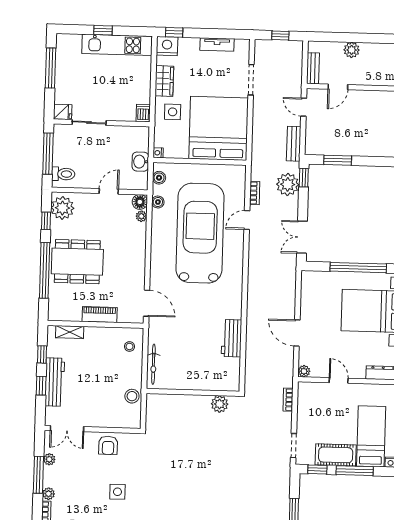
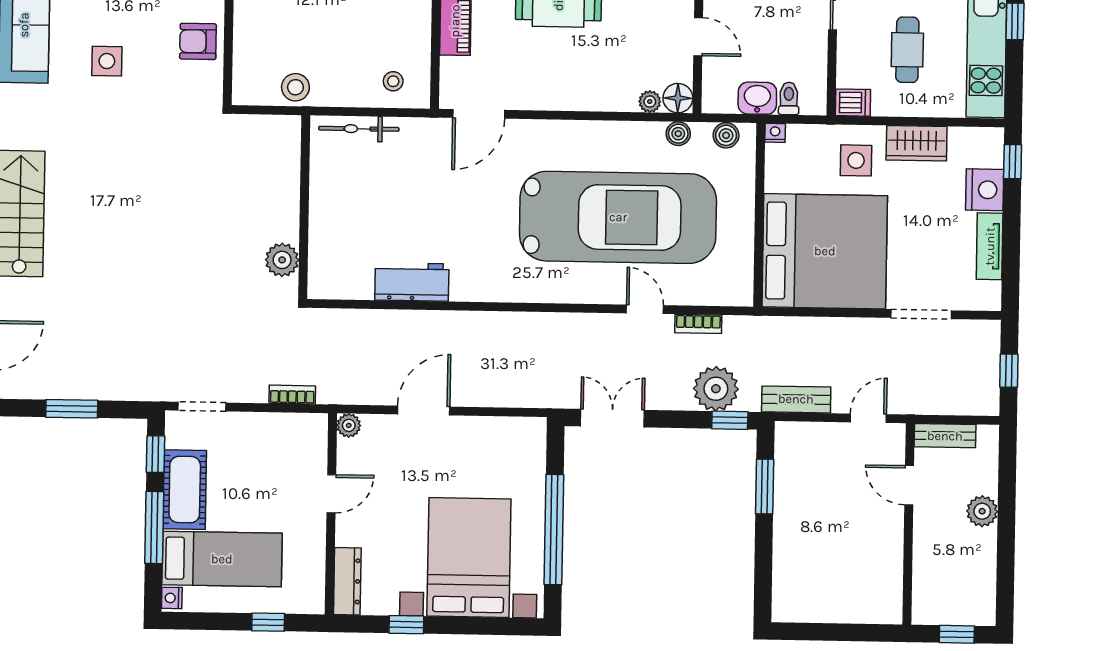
nightstand: (167, 46) -> (985, 190), moved
cafe table: (117, 85) -> (907, 50), added
toilet: (141, 146) -> (789, 98), added

